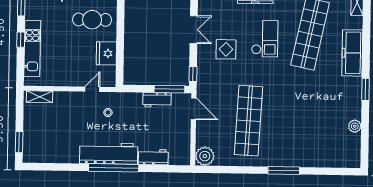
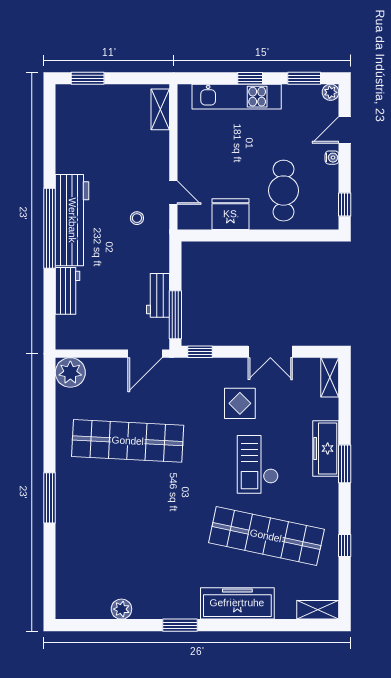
checkout: (265, 39) -> (258, 464), turned 90

